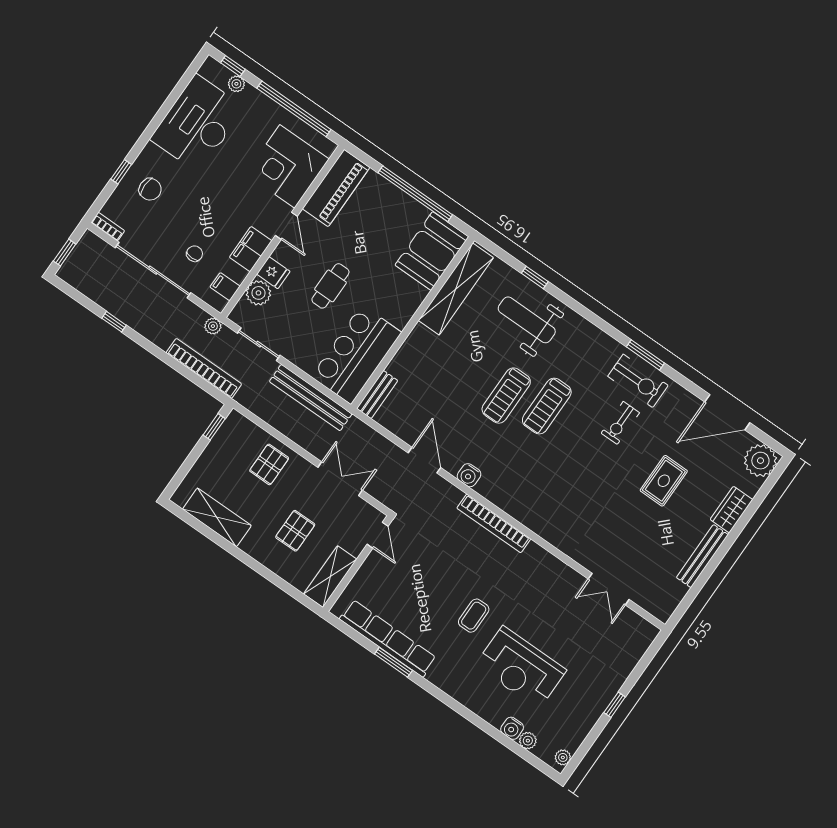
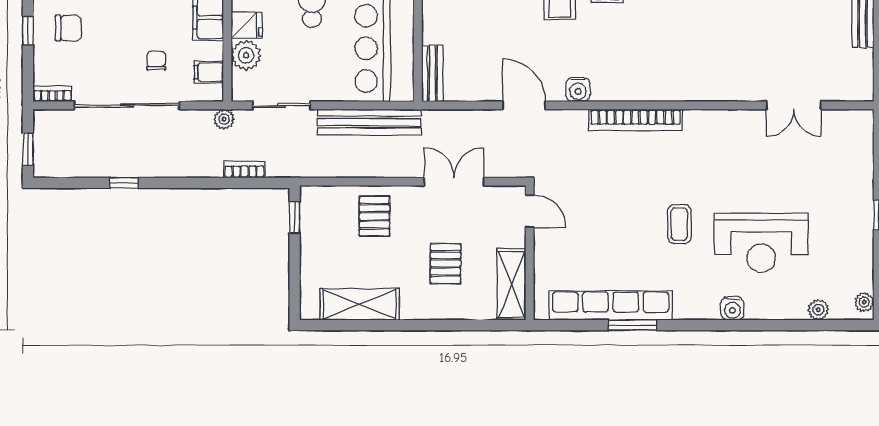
bookcase: (204, 368) -> (244, 169), width x0.43, depth x0.76
water cooler: (512, 728) -> (732, 308), moved

